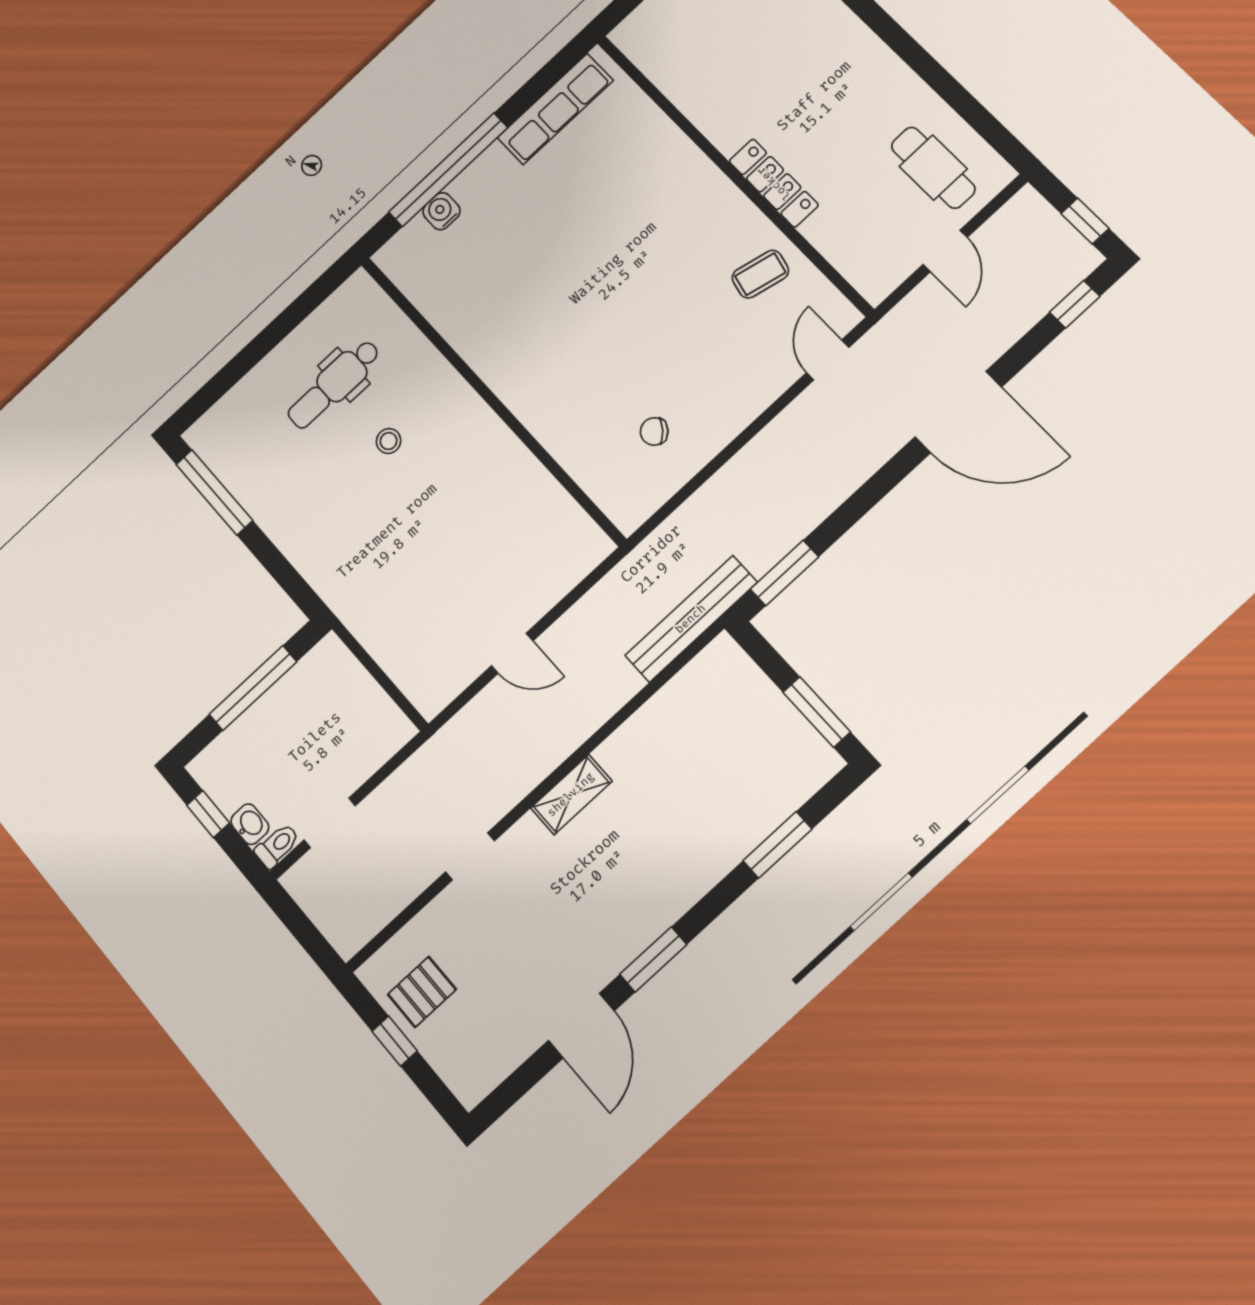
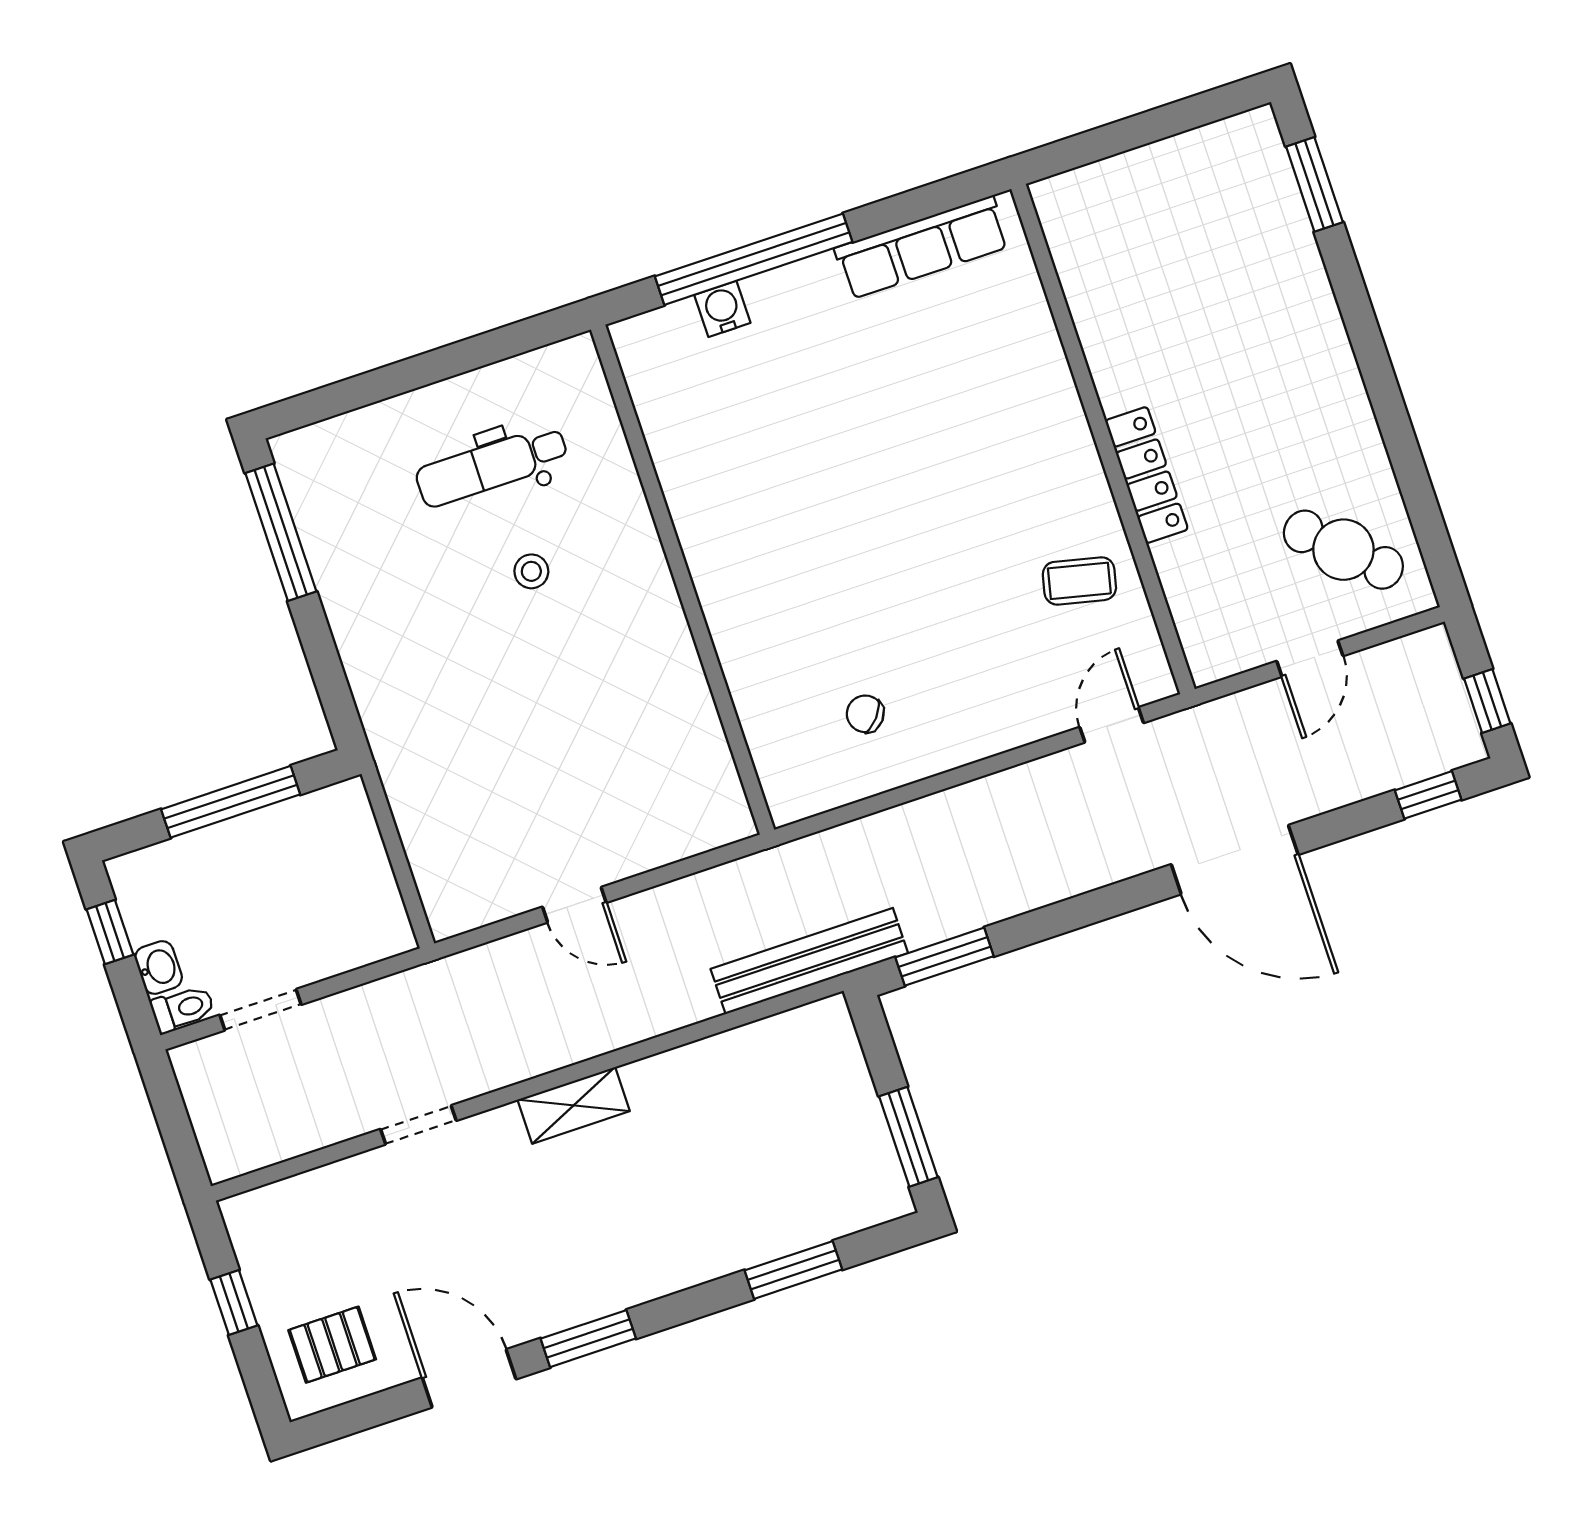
cafe table: (933, 168) -> (1343, 550), turned -47
pallet: (422, 992) -> (332, 1345), moved
door: (581, 1026) -> (469, 1378), swing flipped

